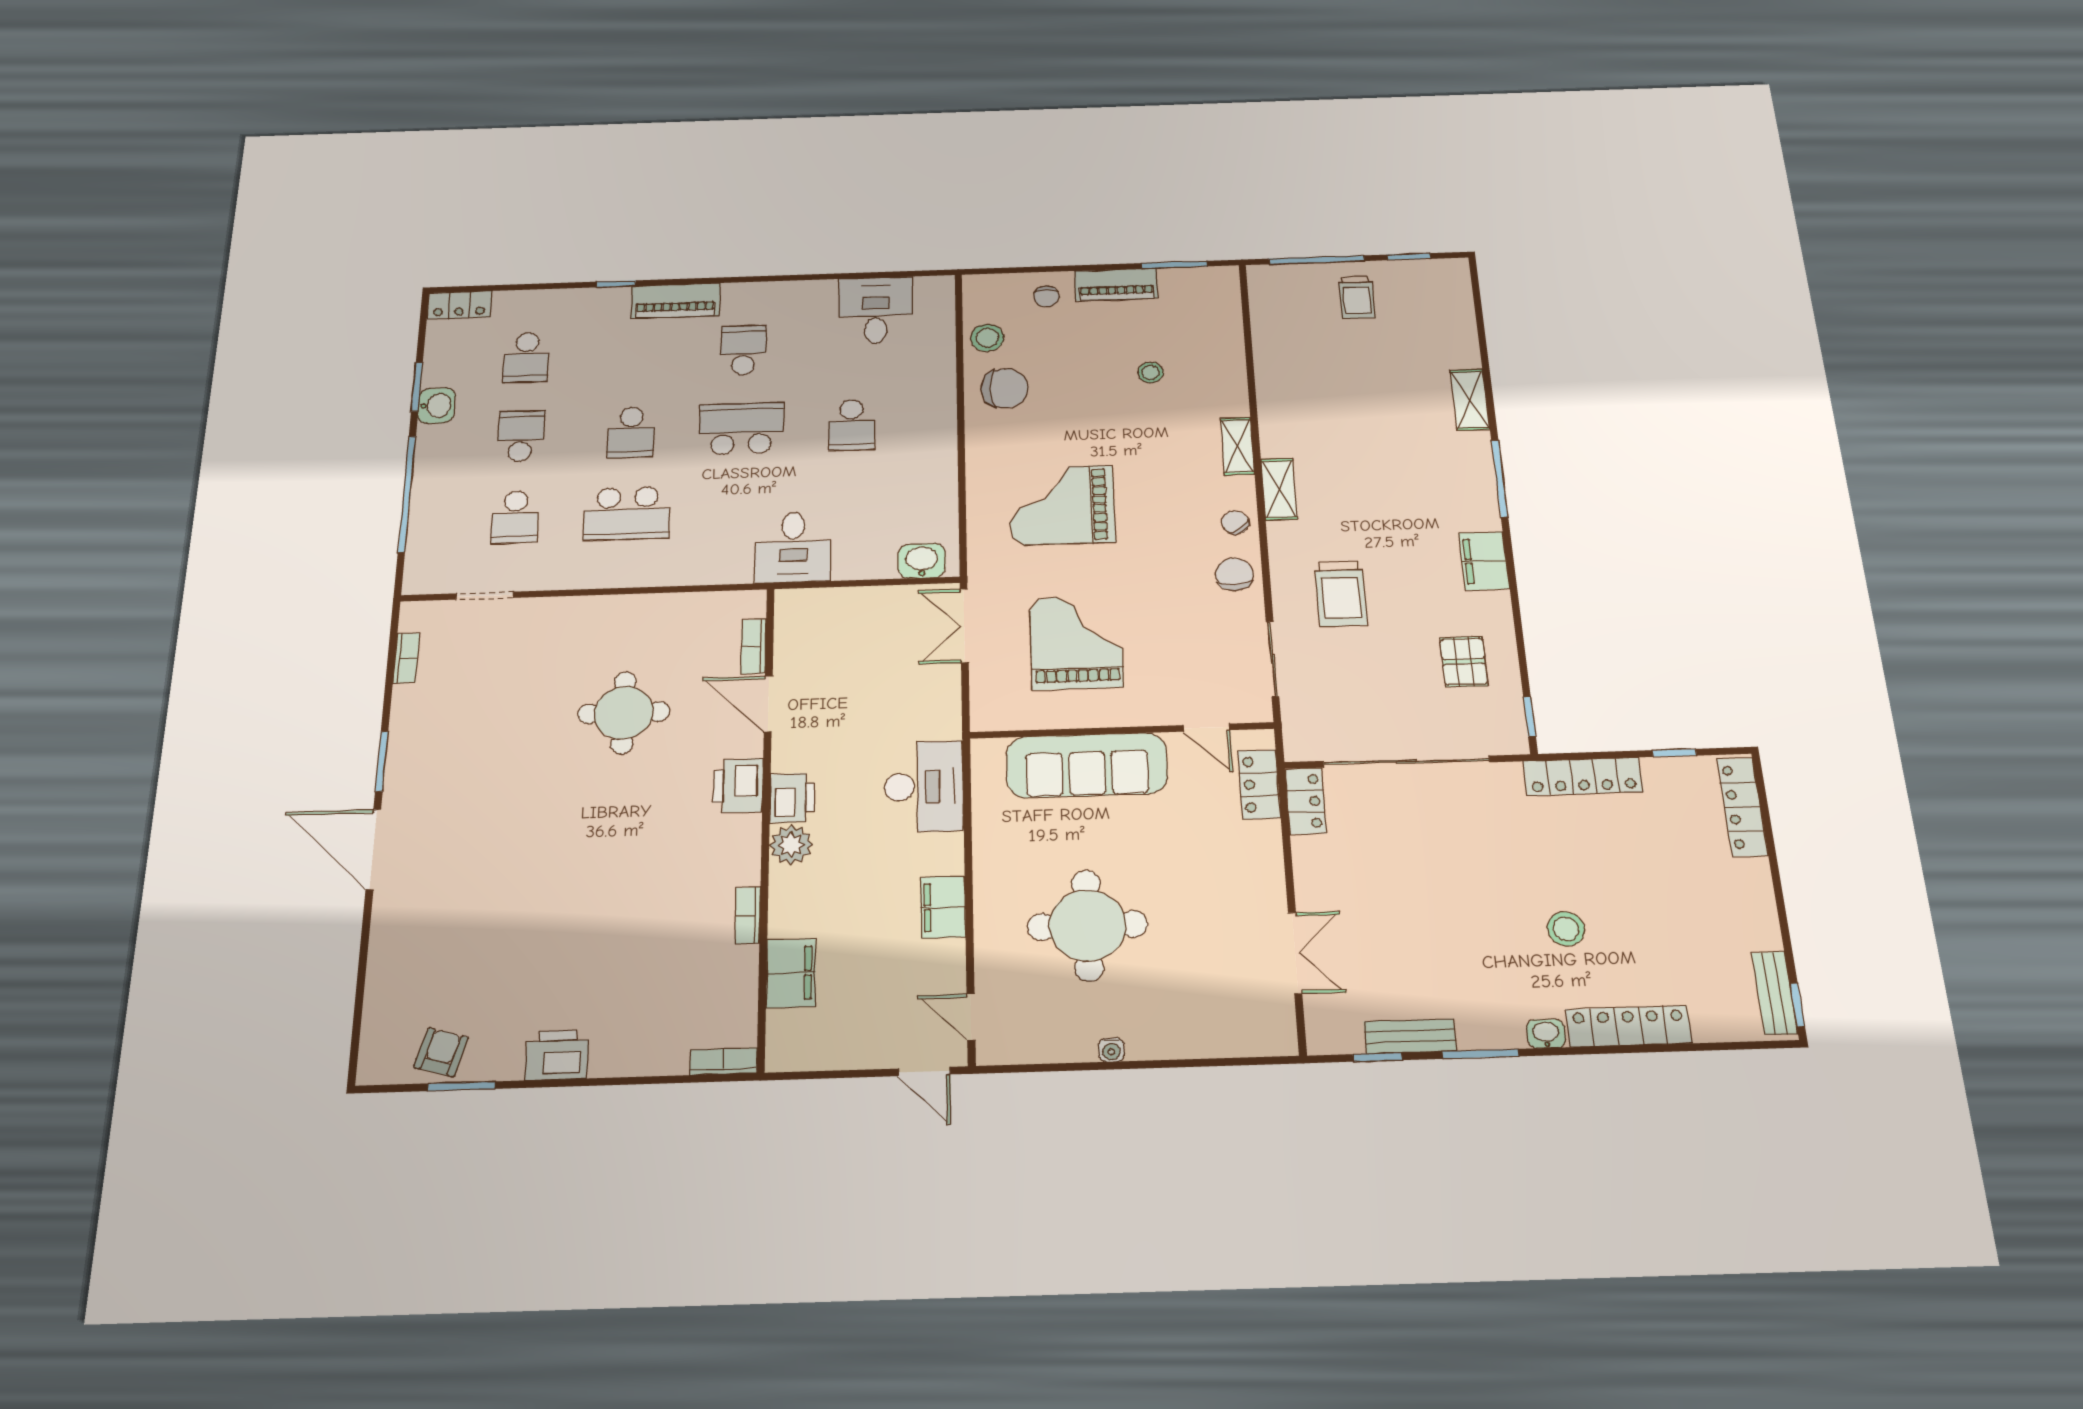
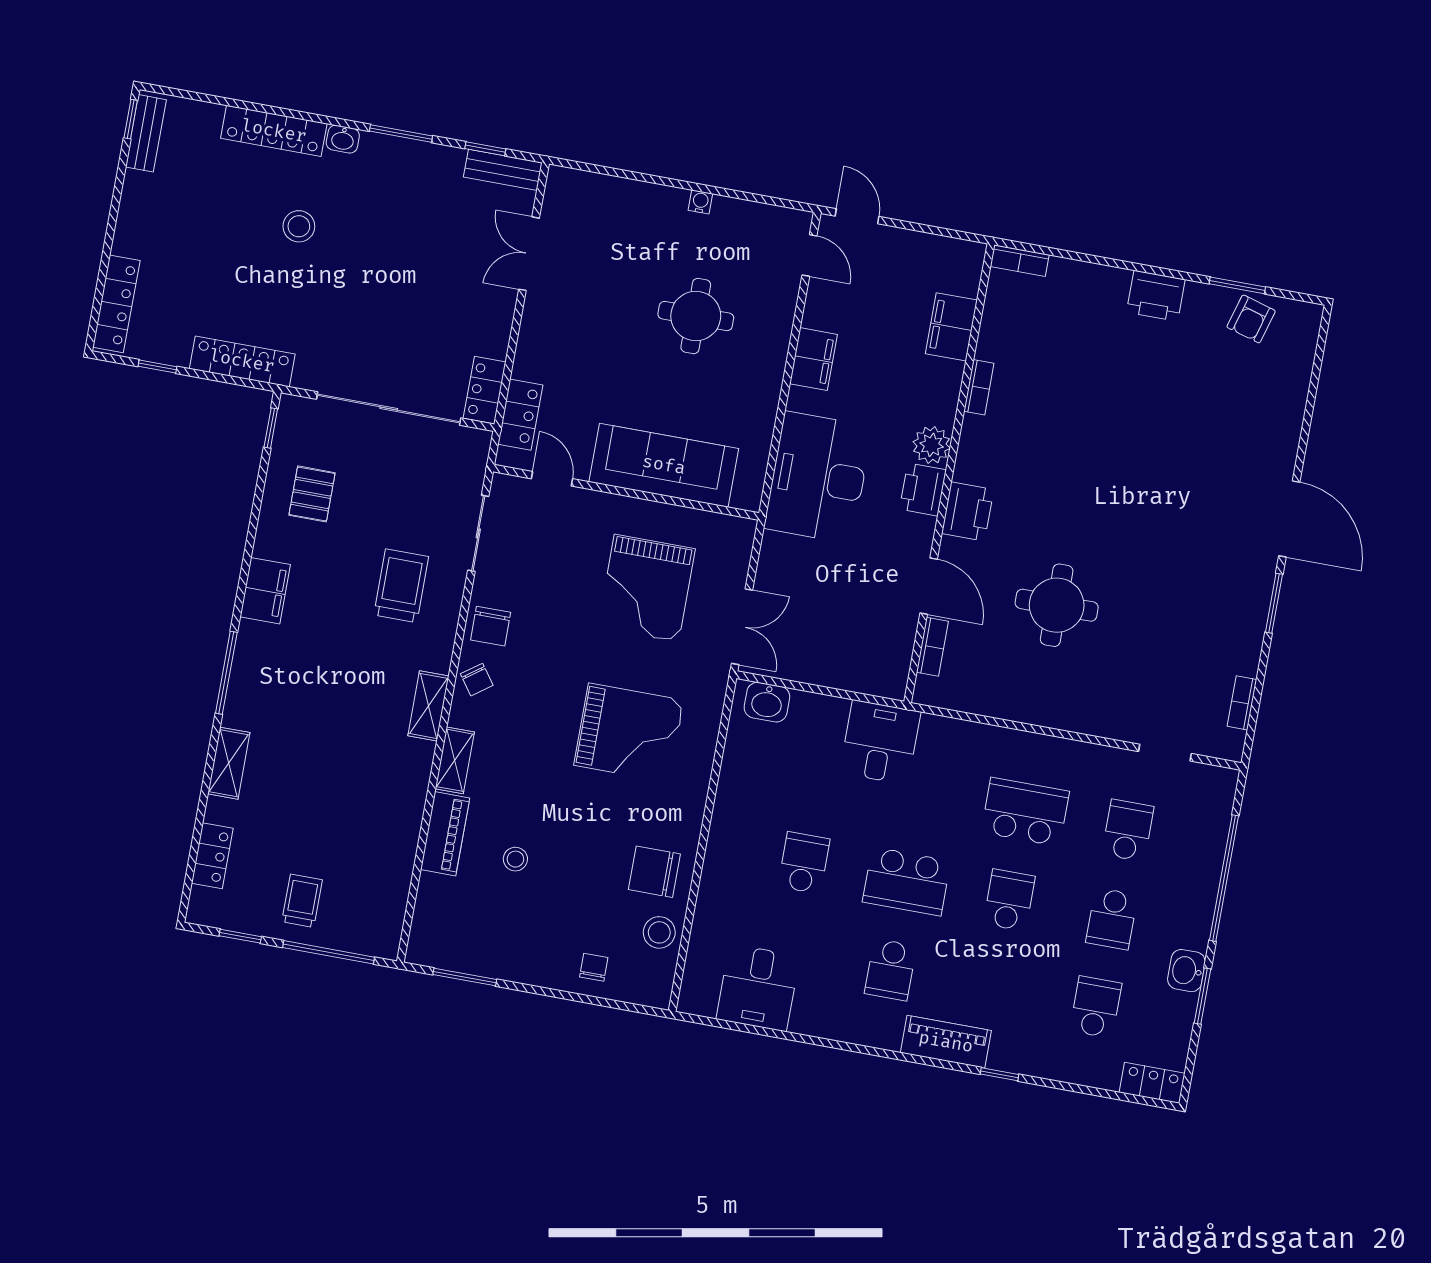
piano: (1116, 284) -> (445, 834), moved, turned 90
locker: (1460, 318) -> (212, 856), added
desk: (924, 786) -> (818, 477), width x1.36, depth x1.30
round table: (1088, 925) -> (696, 316), width x0.73, depth x0.73
bench: (1410, 1036) -> (503, 170), moved

